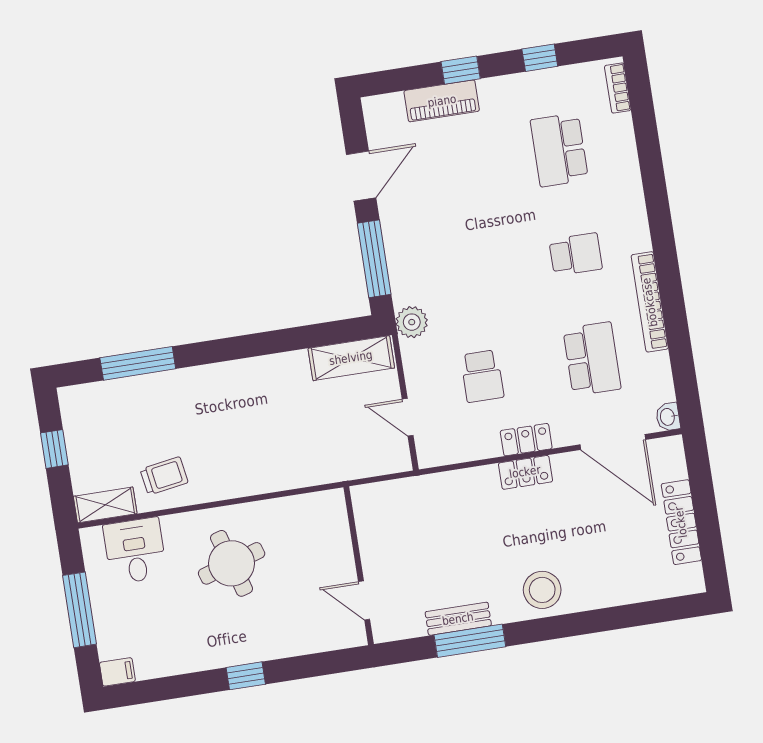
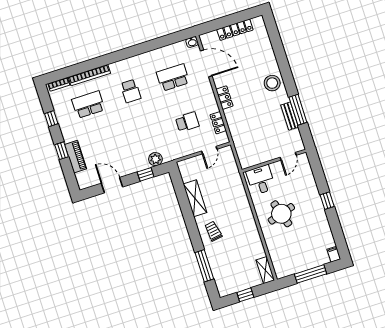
school desk: (559, 150) -> (88, 105), turned 180
school desk: (576, 254) -> (131, 91), turned 180
window: (374, 259) -> (146, 174), width x0.46
bookcase: (650, 302) -> (89, 75), moved
plant: (412, 322) -> (155, 159), moved
shelving: (351, 358) -> (195, 198), moved
locker: (526, 440) -> (218, 123), moved
door: (613, 442) -> (206, 63), hinge flipped
trolley: (164, 476) -> (213, 231), moved
desk: (135, 551) -> (261, 180), moved, turned 90

